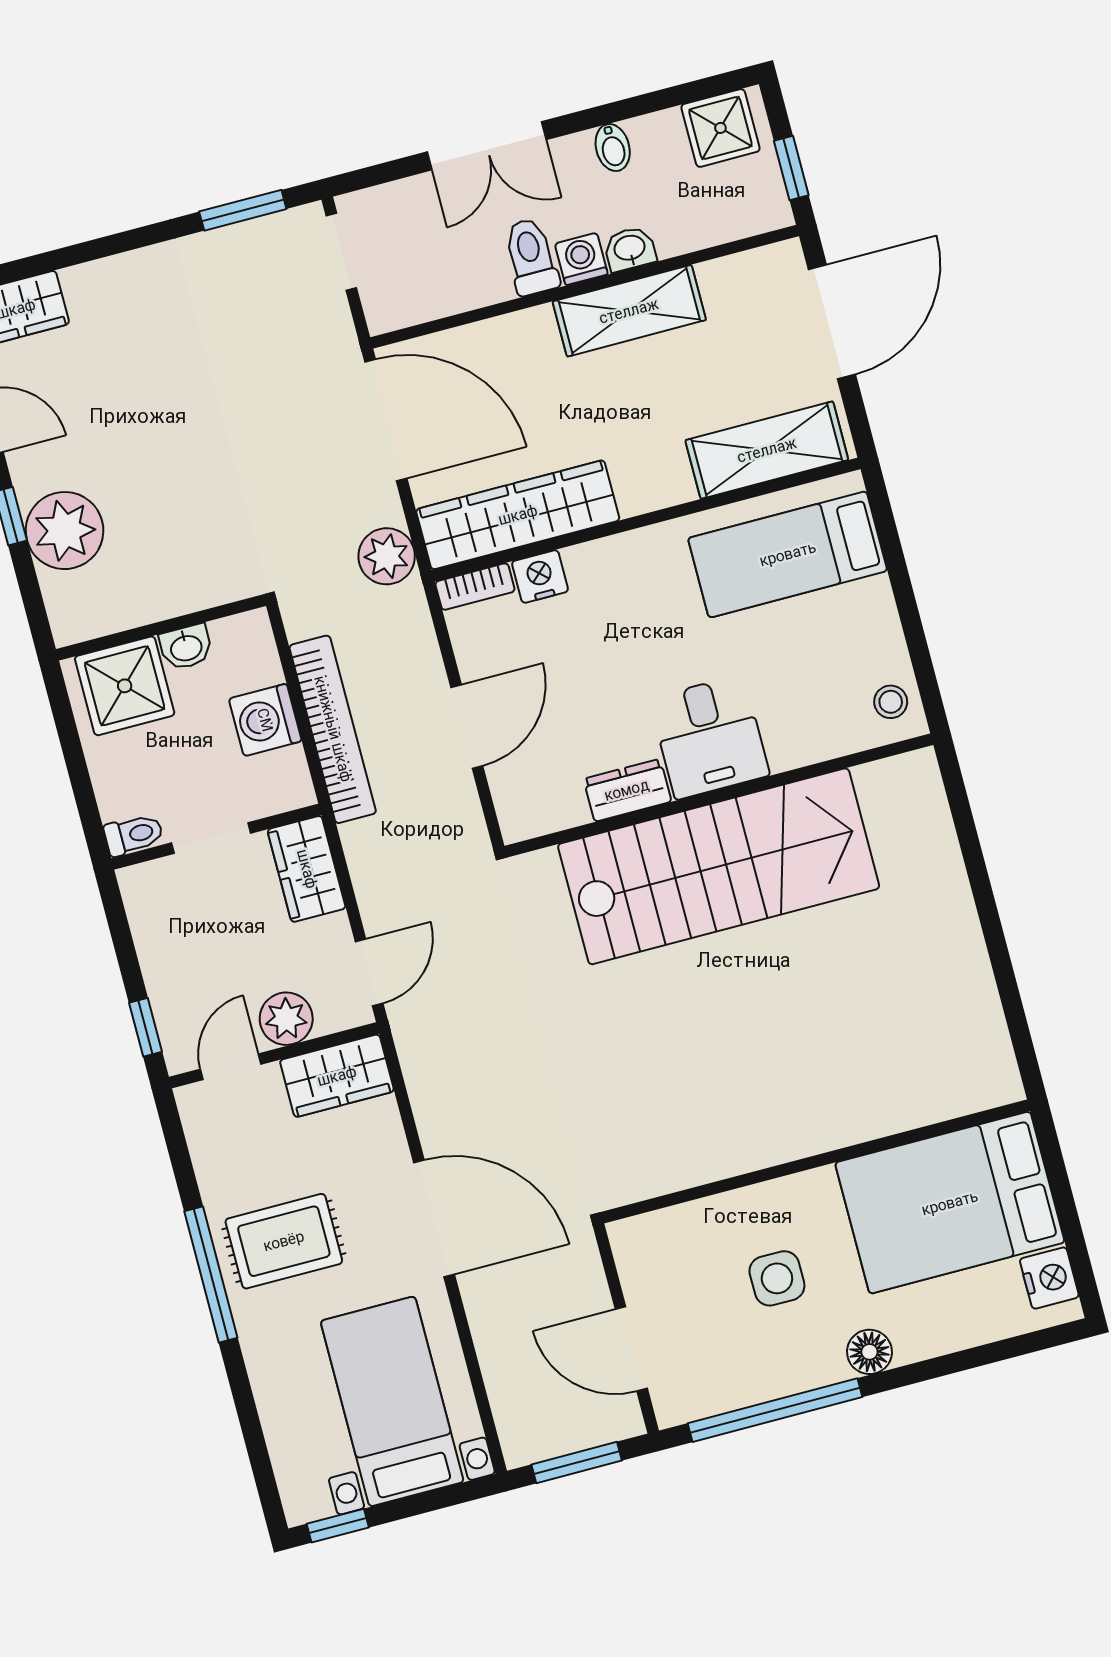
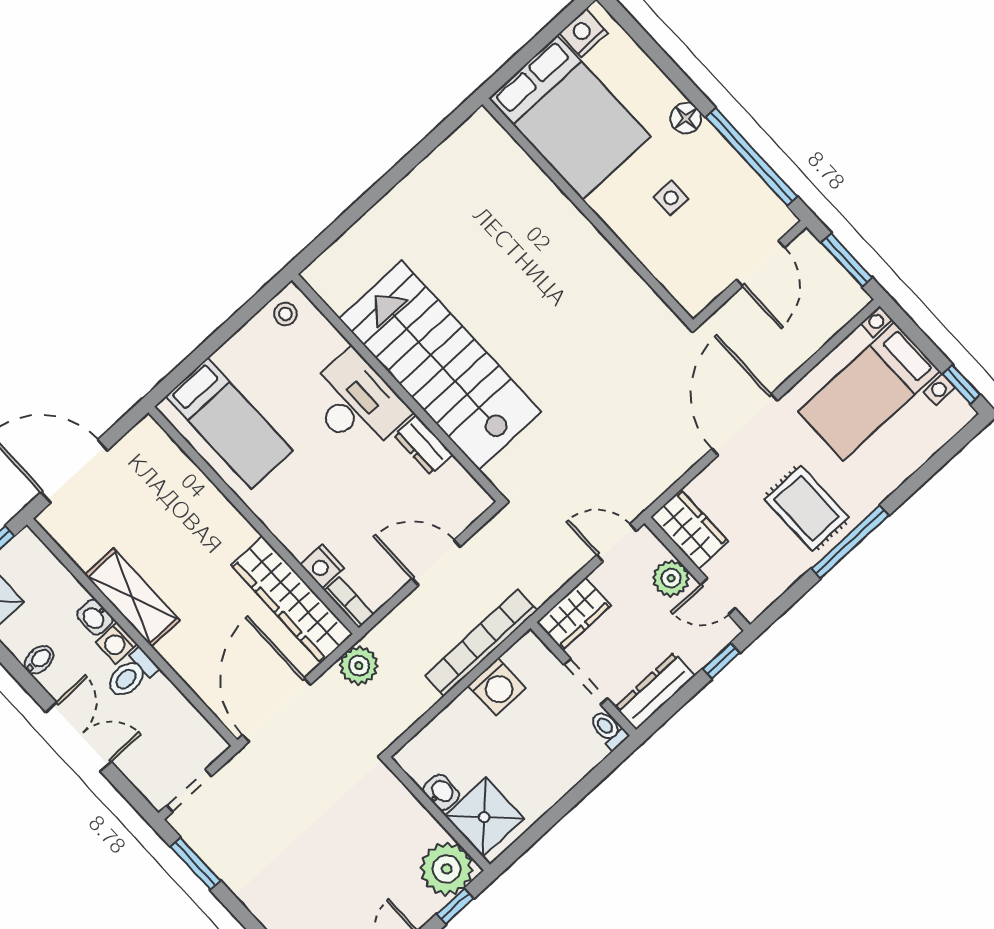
shelving: (767, 450) -> (173, 470), removed
wall: (161, 627) -> (437, 814), moved
washbasin: (186, 647) -> (441, 792), moved
shower: (125, 686) -> (484, 817), moved
desk: (709, 737) -> (356, 403), width x1.37
dresser: (151, 921) -> (655, 691), added
side table: (777, 1278) -> (671, 198), width x0.73, depth x0.73

